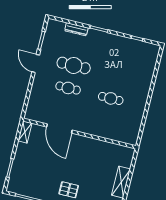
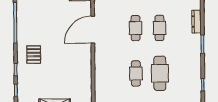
cafe table: (74, 65) -> (160, 28), width x0.73, depth x0.74
cafe table: (116, 76) -> (160, 73), added

